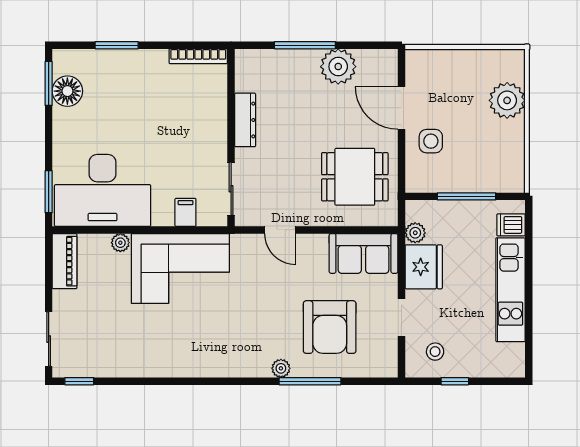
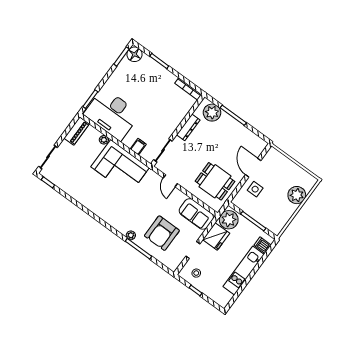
plant: (338, 67) -> (212, 113), moved
floor lamp: (67, 91) -> (134, 54), moved
plant: (415, 233) -> (229, 220), width x1.87, depth x1.87

